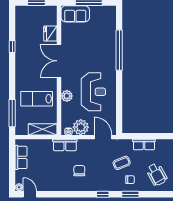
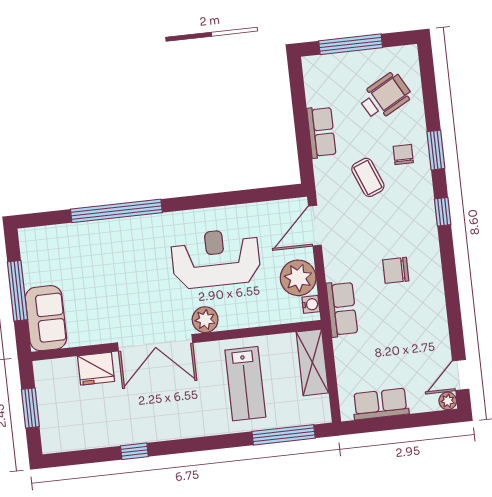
plant: (67, 96) -> (205, 320), moved

